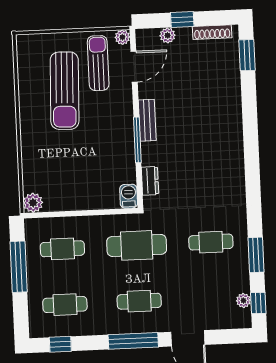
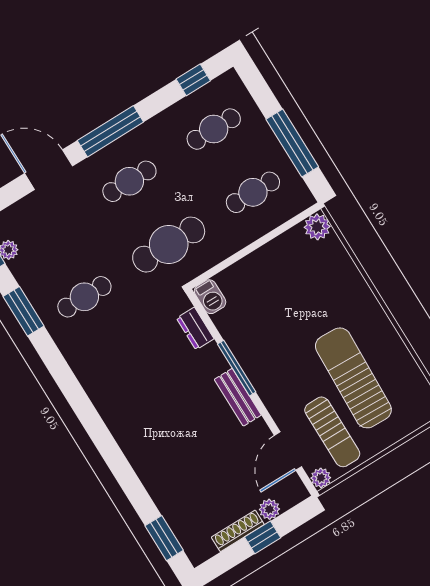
shoe rack: (212, 32) -> (238, 531), moved

